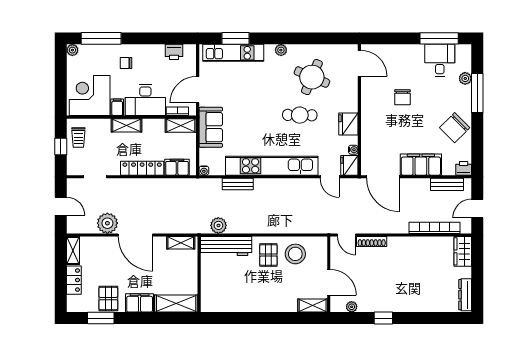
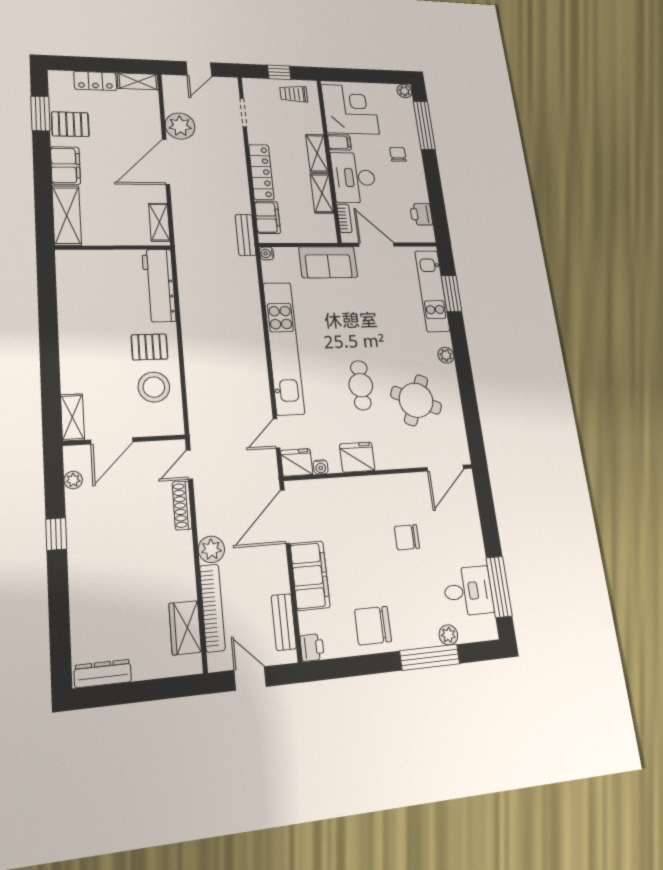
shelving: (181, 125) -> (322, 193), moved
chair: (455, 128) -> (373, 626), turned -45
bench: (238, 184) -> (246, 235), moved
plant: (218, 225) -> (211, 549), moved
wardrobe: (463, 251) -> (185, 628), moved, turned -90

